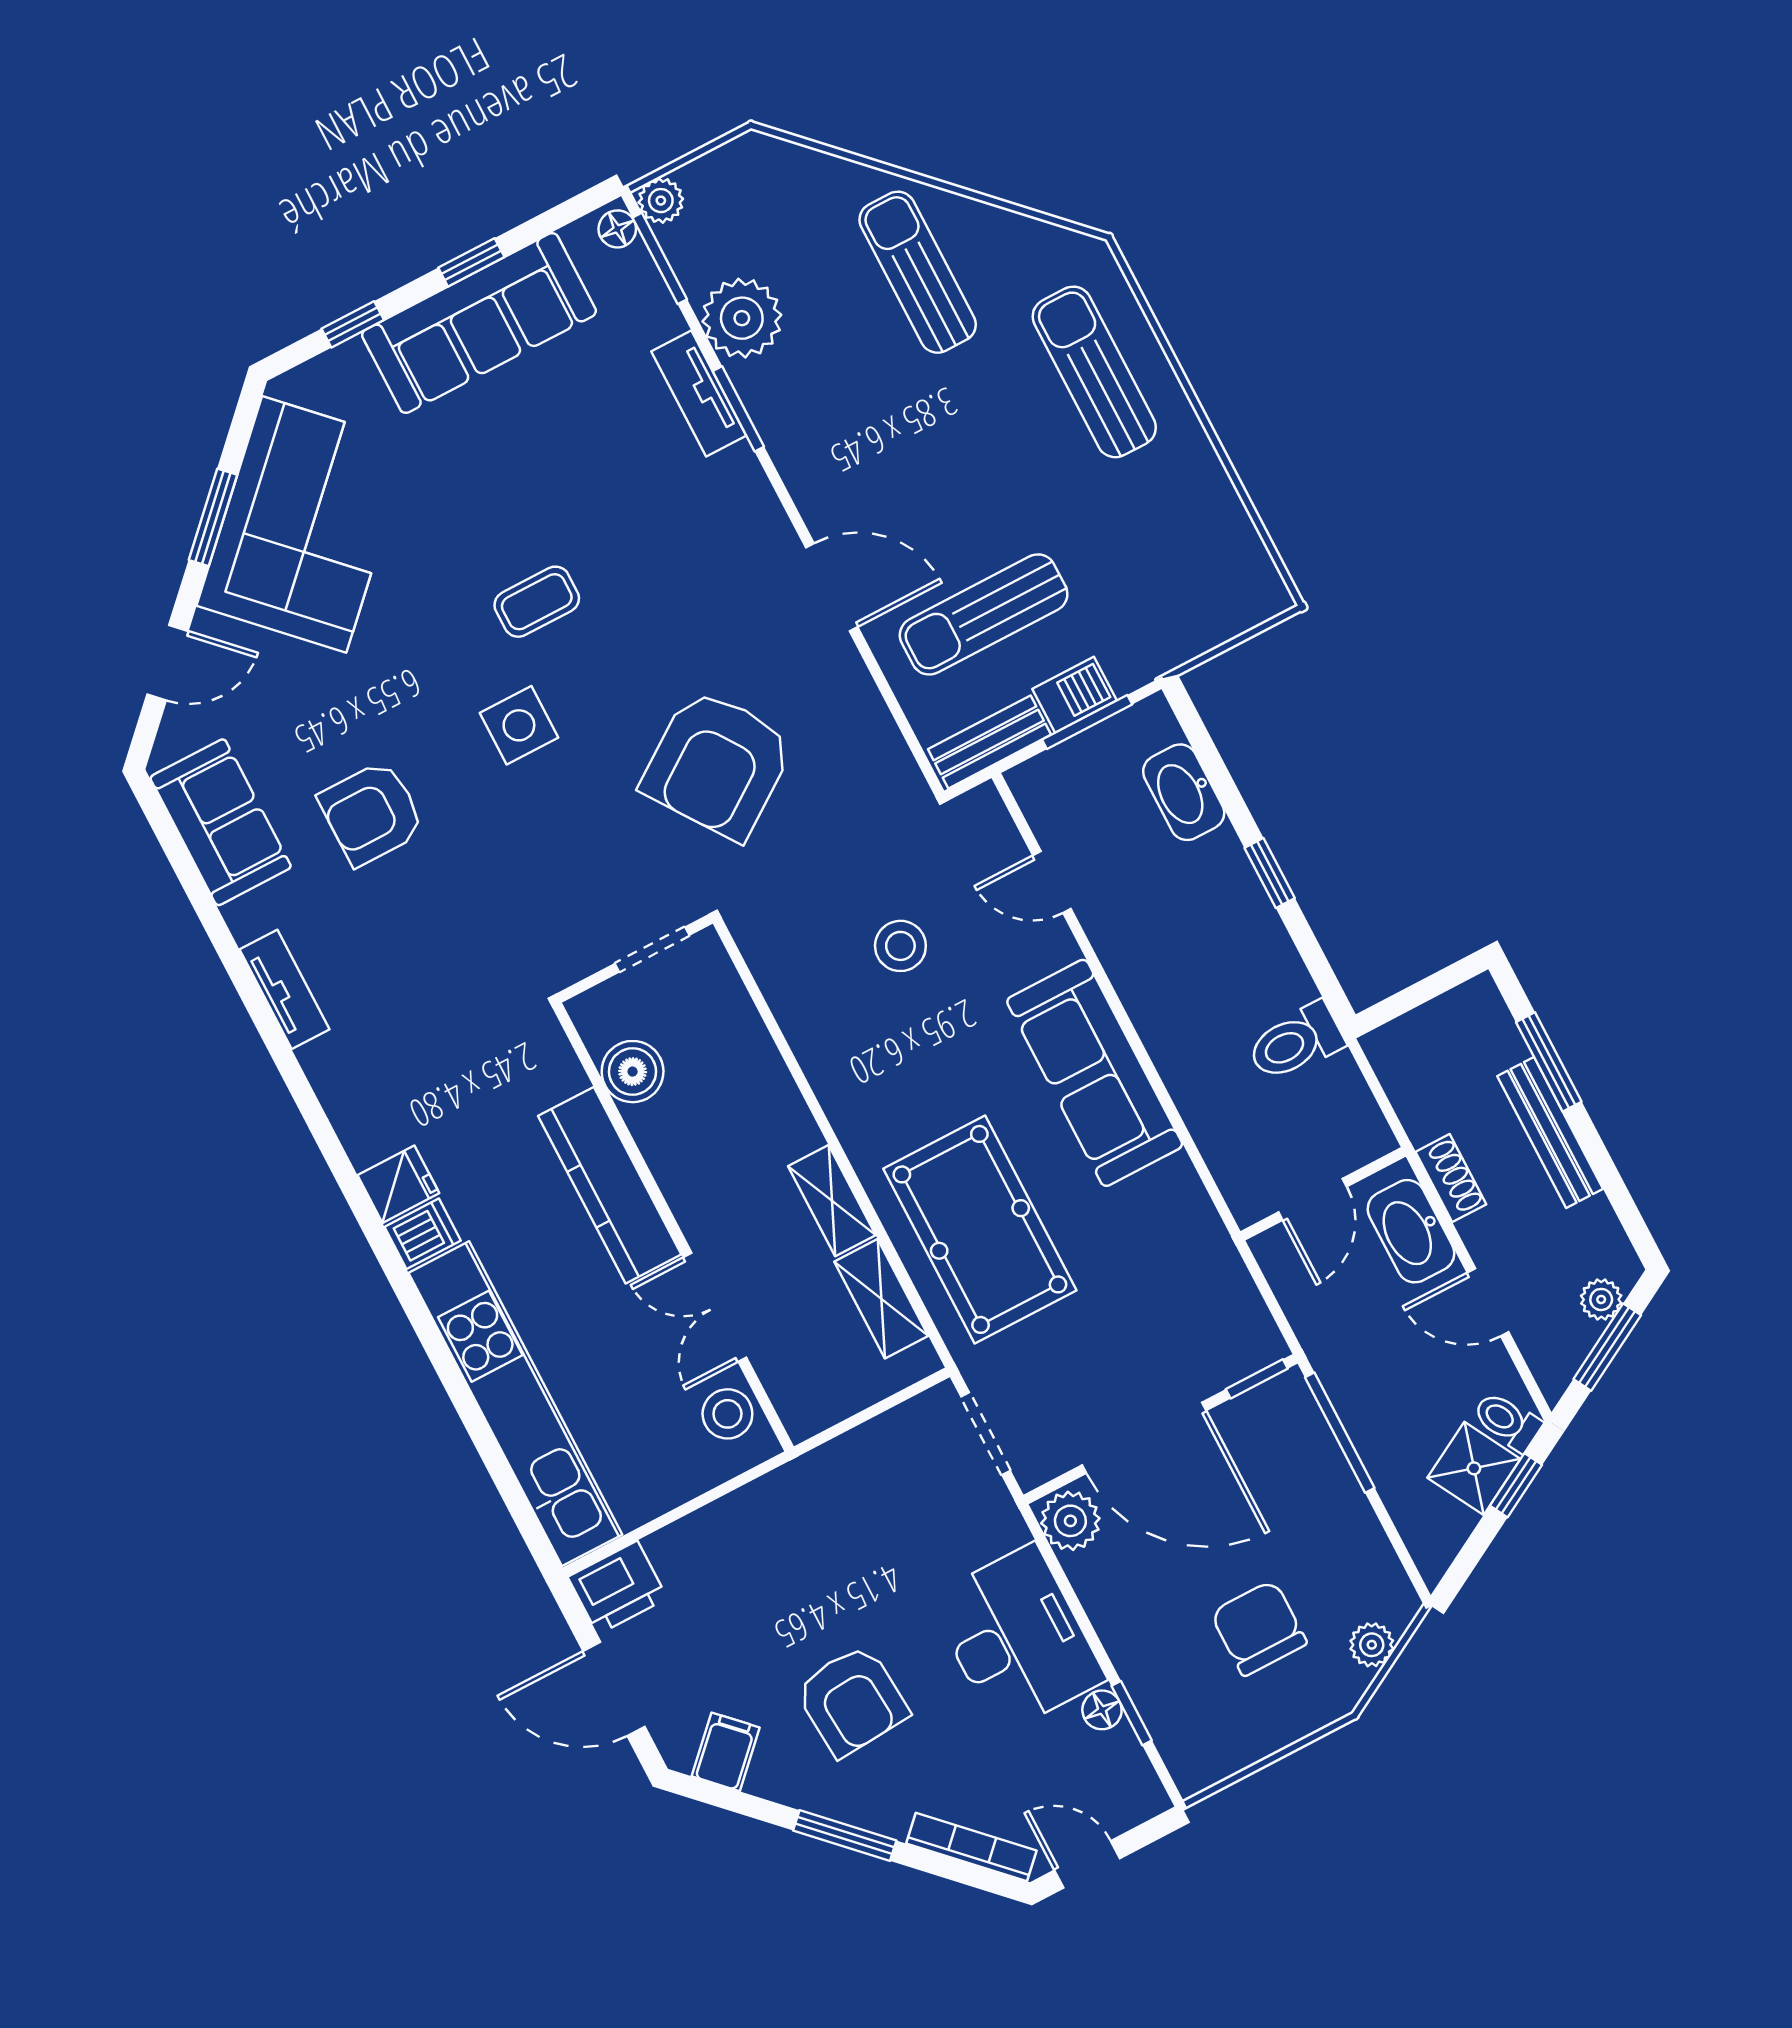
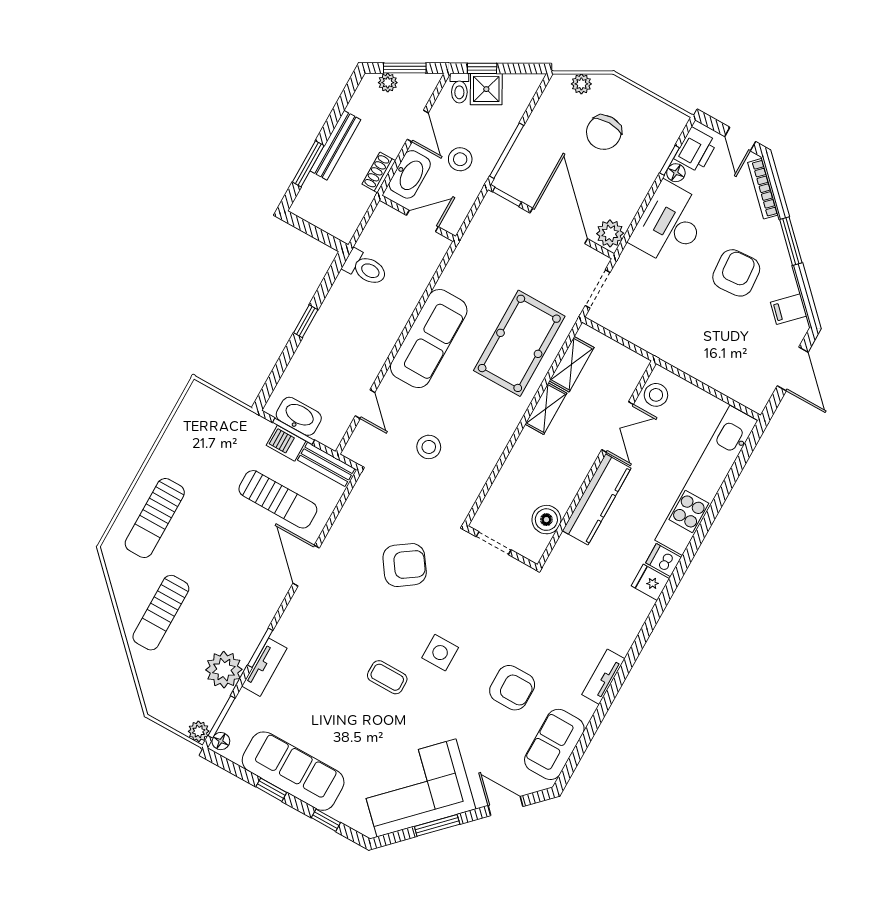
armchair: (717, 764) -> (405, 565), width x0.73, depth x0.73
washbasin: (1184, 792) -> (299, 416), moved, turned -90
stool: (1379, 1339) -> (460, 159), added
printer: (618, 1588) -> (696, 150), moved, turned 90

